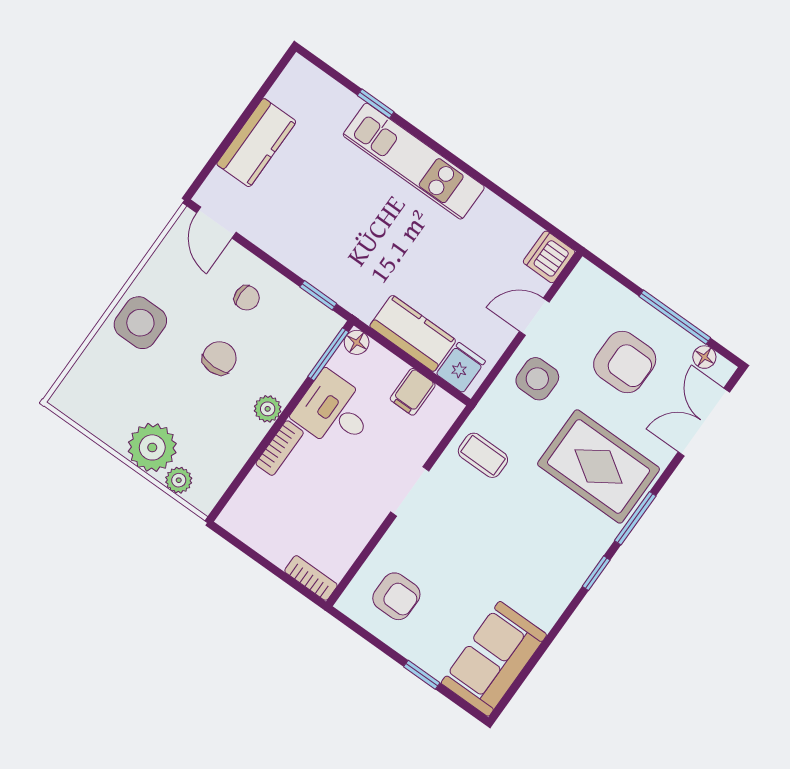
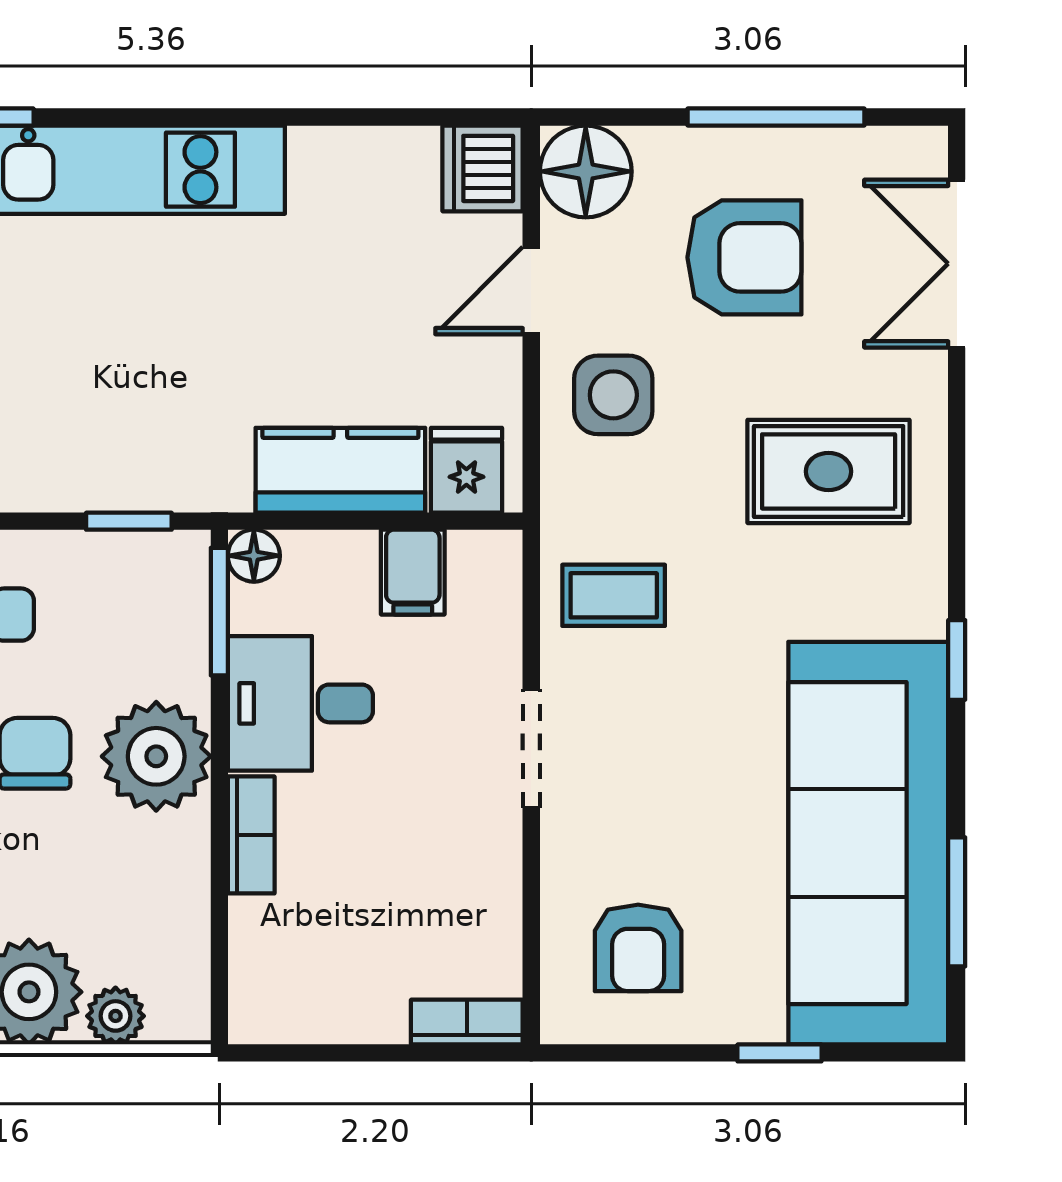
floor lamp: (704, 357) -> (586, 171), moved, width x1.89, depth x1.89
plant: (268, 409) -> (156, 756), width x1.88, depth x1.88
rug: (599, 466) -> (829, 471), width x0.73, depth x0.70
window: (635, 518) -> (957, 902), moved
armchair: (396, 596) -> (638, 948), turned 90
sofa: (494, 659) -> (868, 843), width x1.85, depth x1.27

